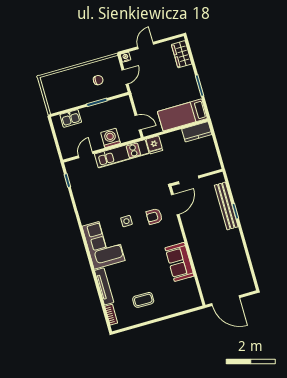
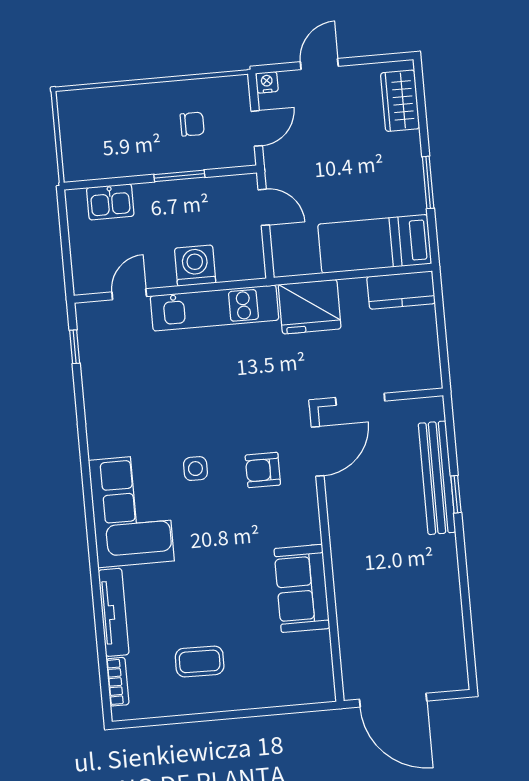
door: (138, 123) -> (264, 207), moved
fridge: (154, 145) -> (310, 307), width x1.88, depth x1.34

